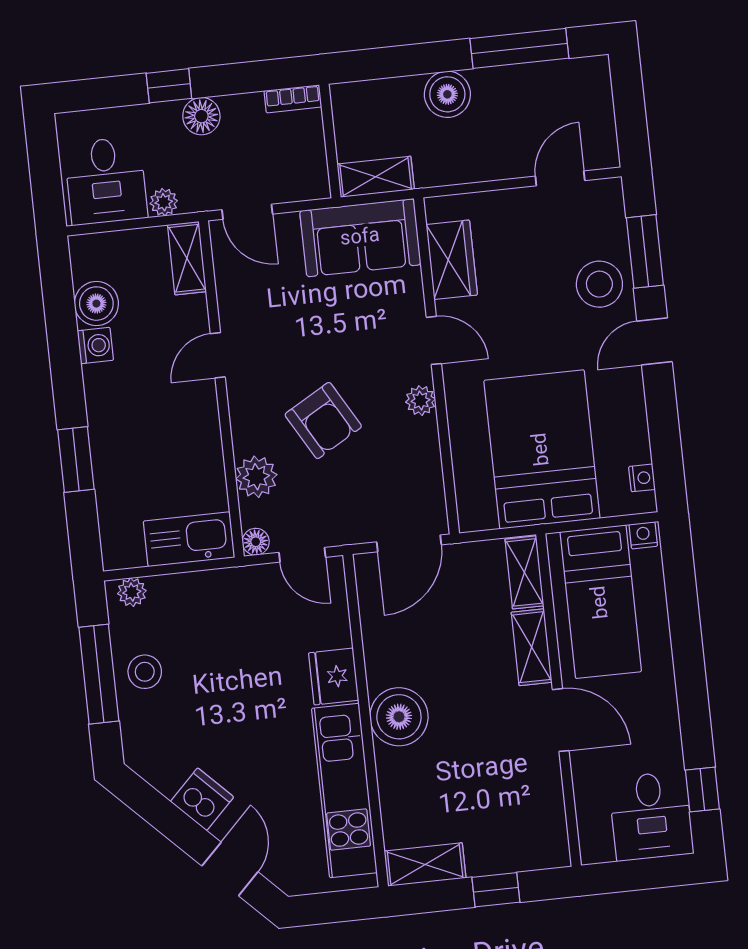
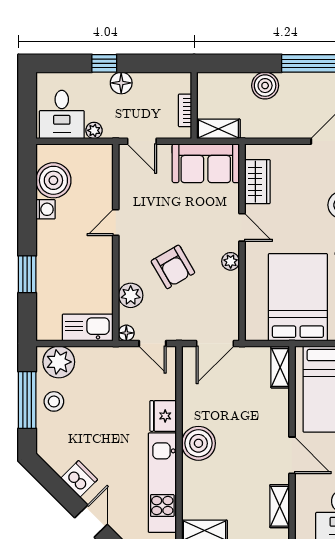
bookcase: (293, 99) -> (185, 110), moved, turned 90
shelving: (187, 258) -> (104, 164), removed
boiler: (96, 304) -> (53, 180), width x1.37, depth x1.37
plant: (132, 592) -> (59, 362), width x1.87, depth x1.87
shelving: (532, 647) -> (280, 506), moved

